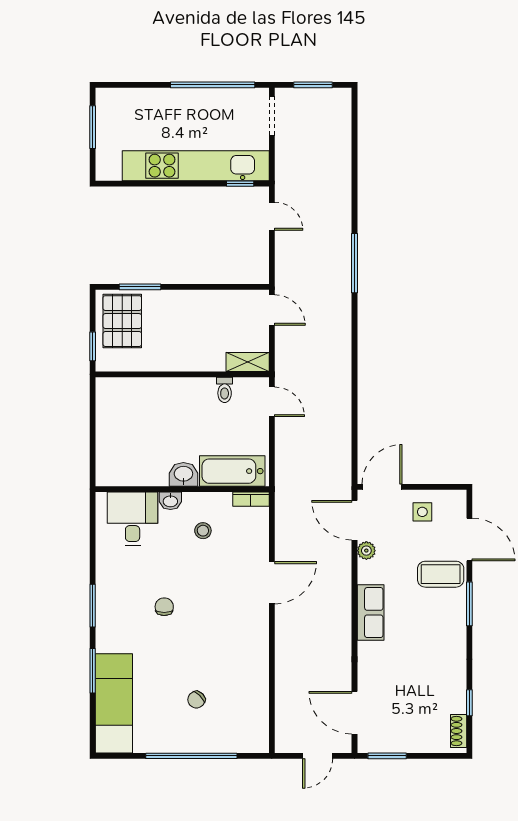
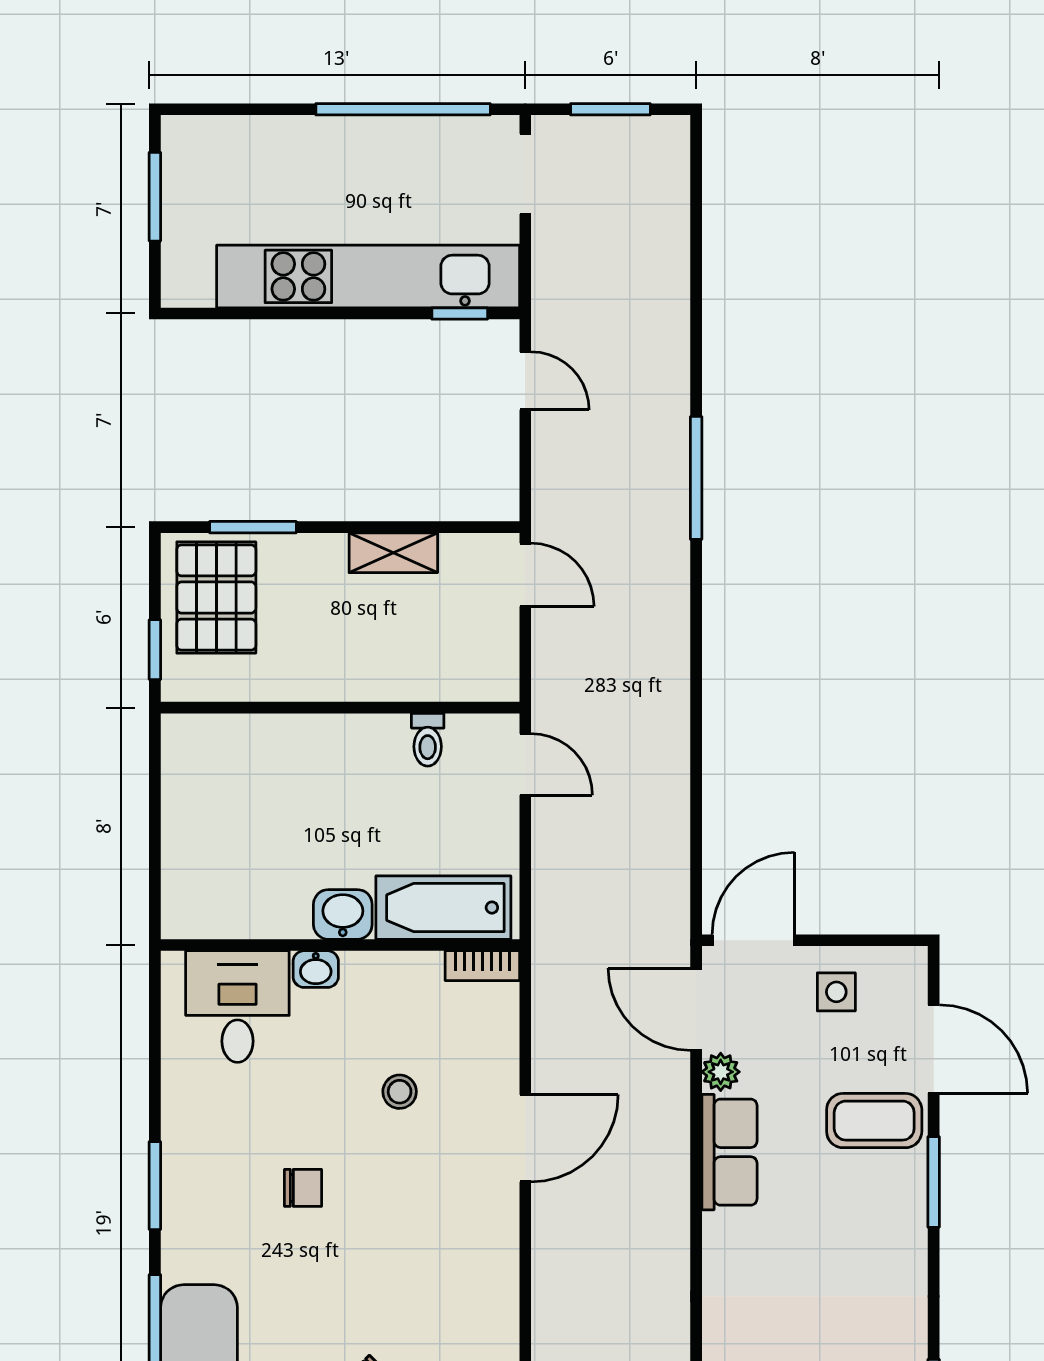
shelving: (248, 362) -> (393, 553), moved
stool: (203, 531) -> (400, 1092), moved
chair: (164, 607) -> (303, 1188), turned 90
row of seats: (371, 613) -> (729, 1152), moved

